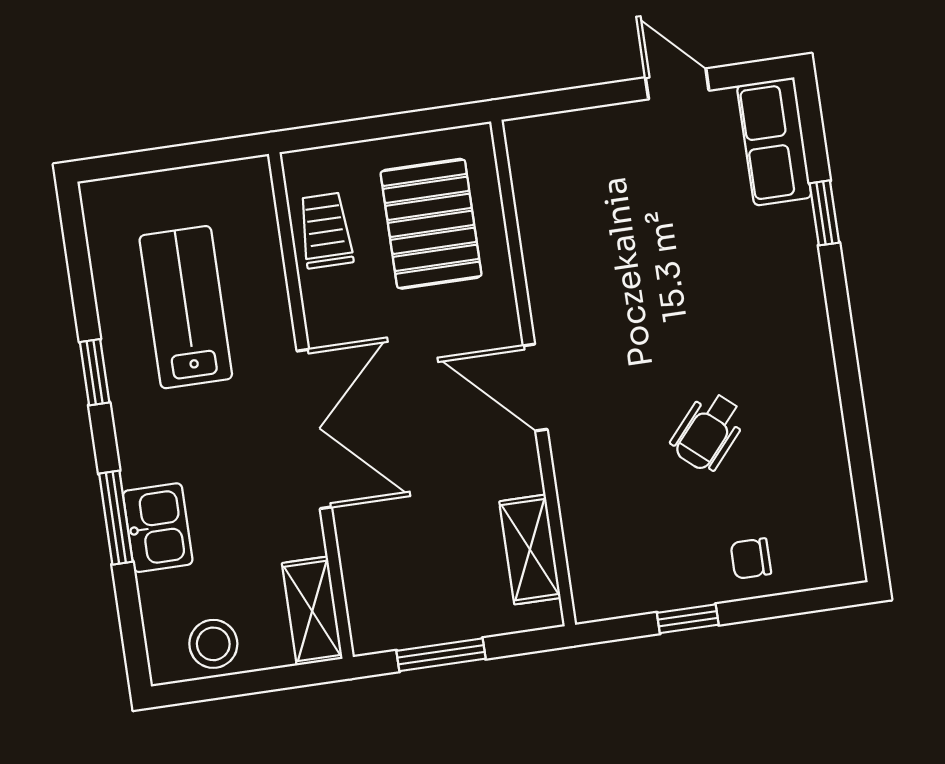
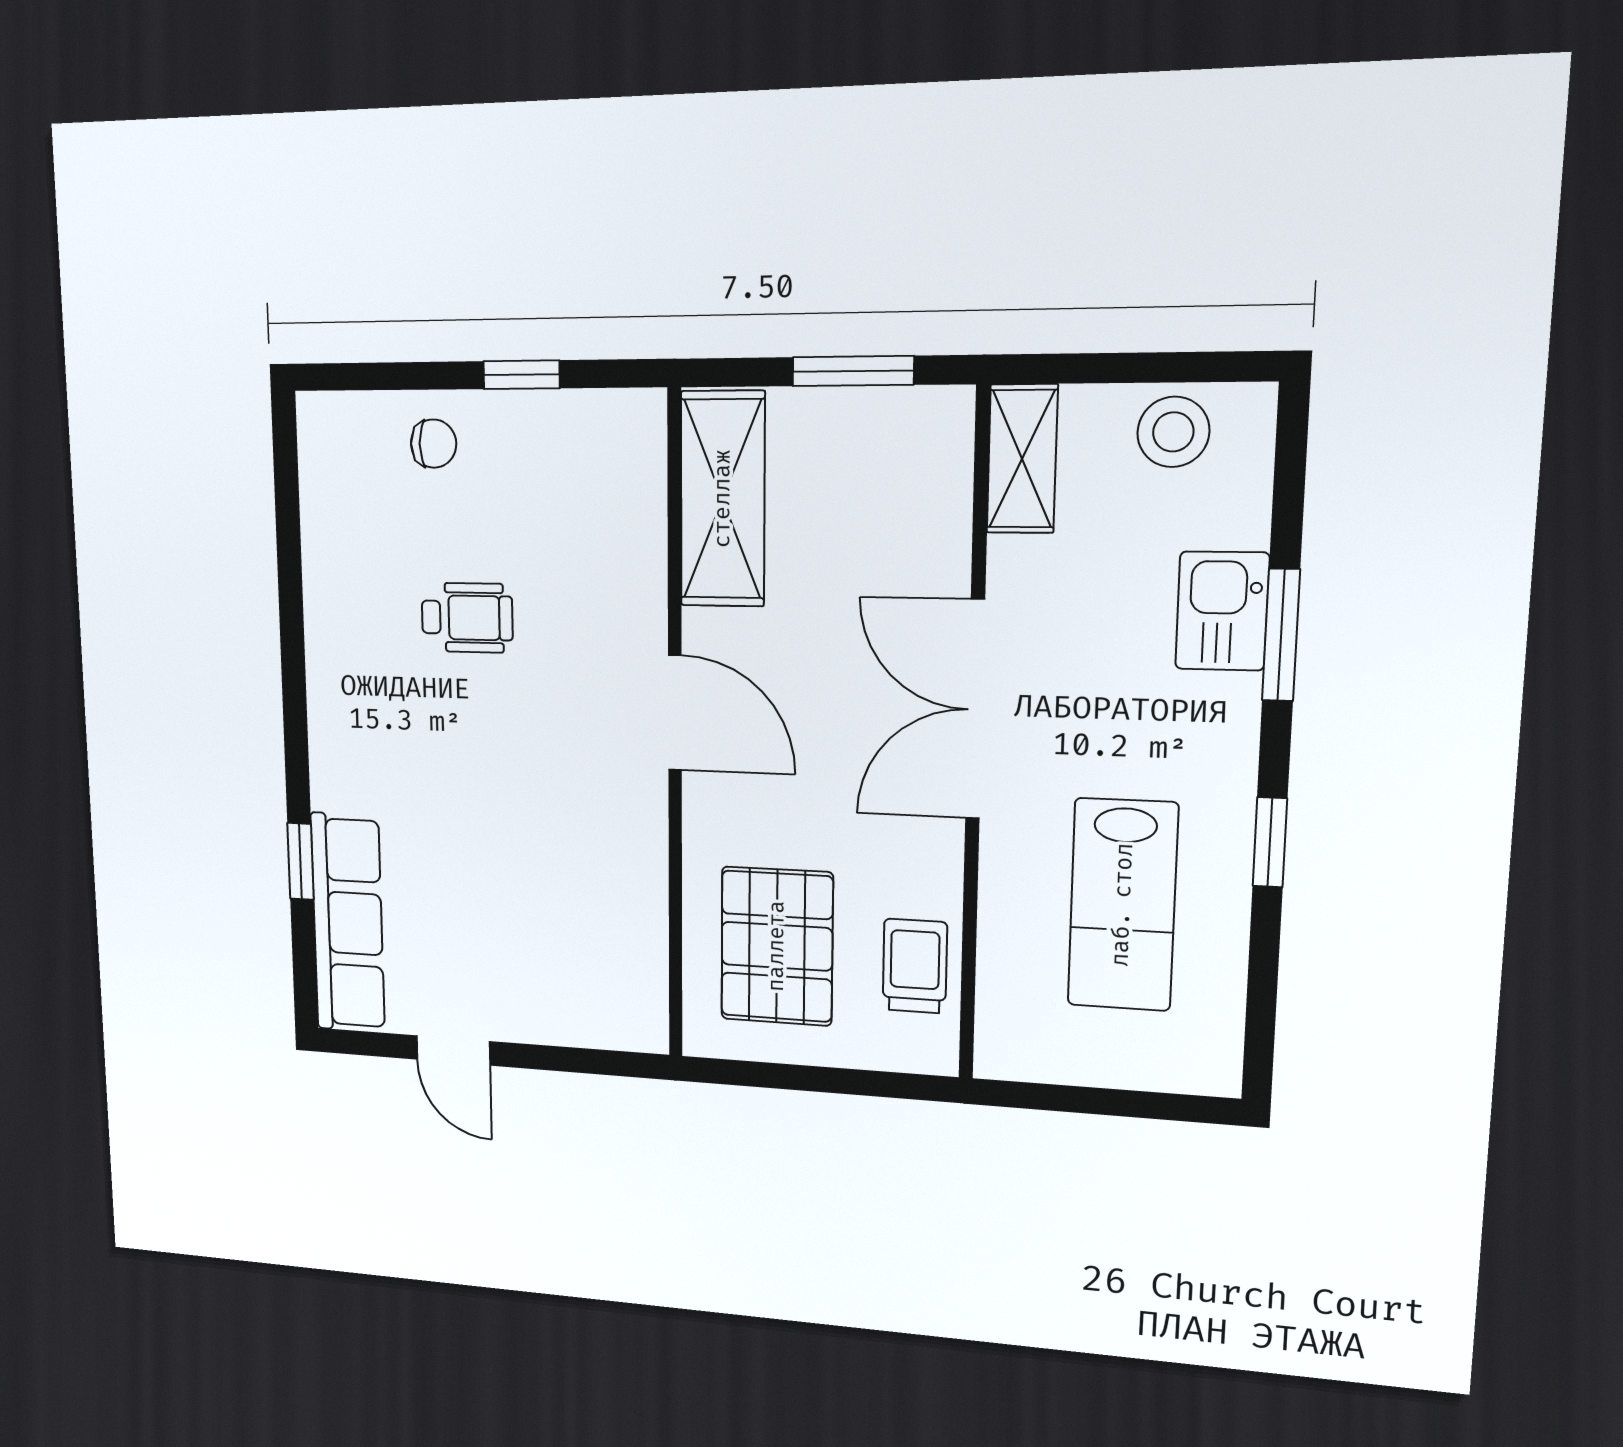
row of seats: (774, 142) -> (348, 923), width x1.48
trolley: (326, 230) -> (915, 966), turned 180
wheelchair: (708, 431) -> (467, 618), turned 49
shelving: (530, 550) -> (723, 499), width x1.50, depth x1.33

